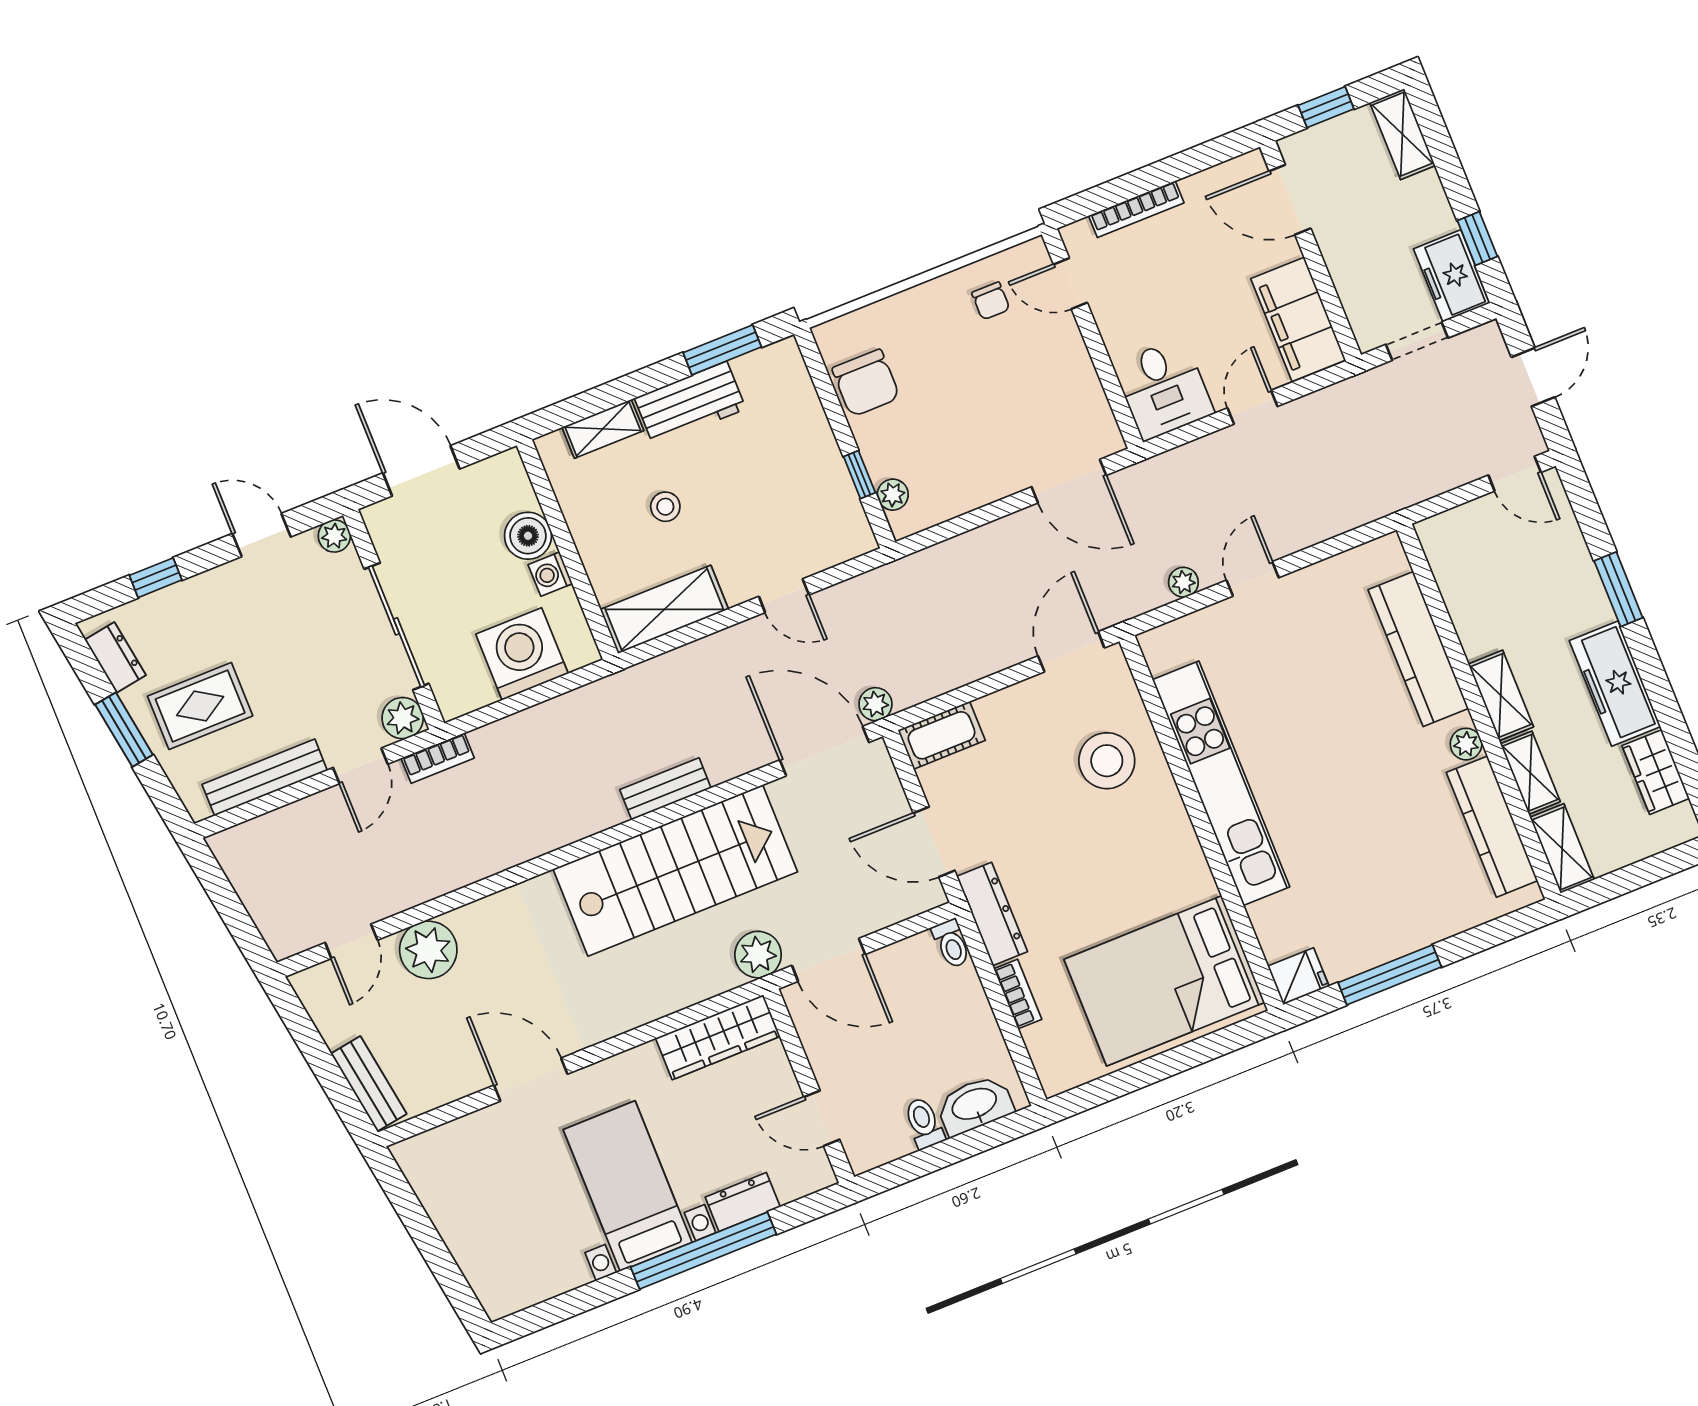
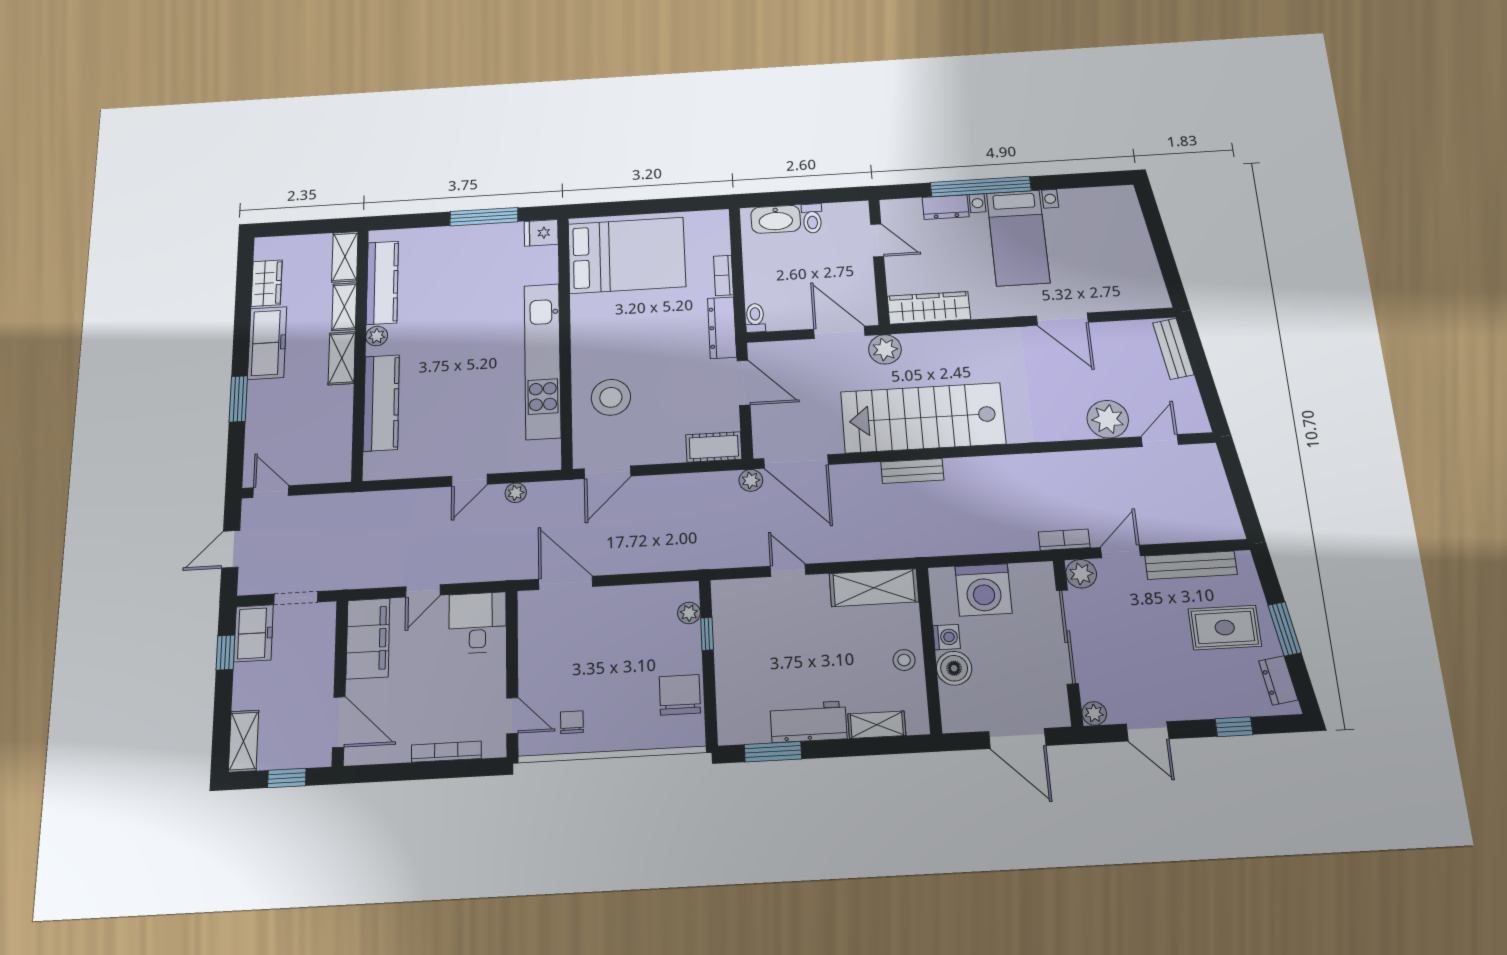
stool: (665, 507) -> (904, 660), moved

